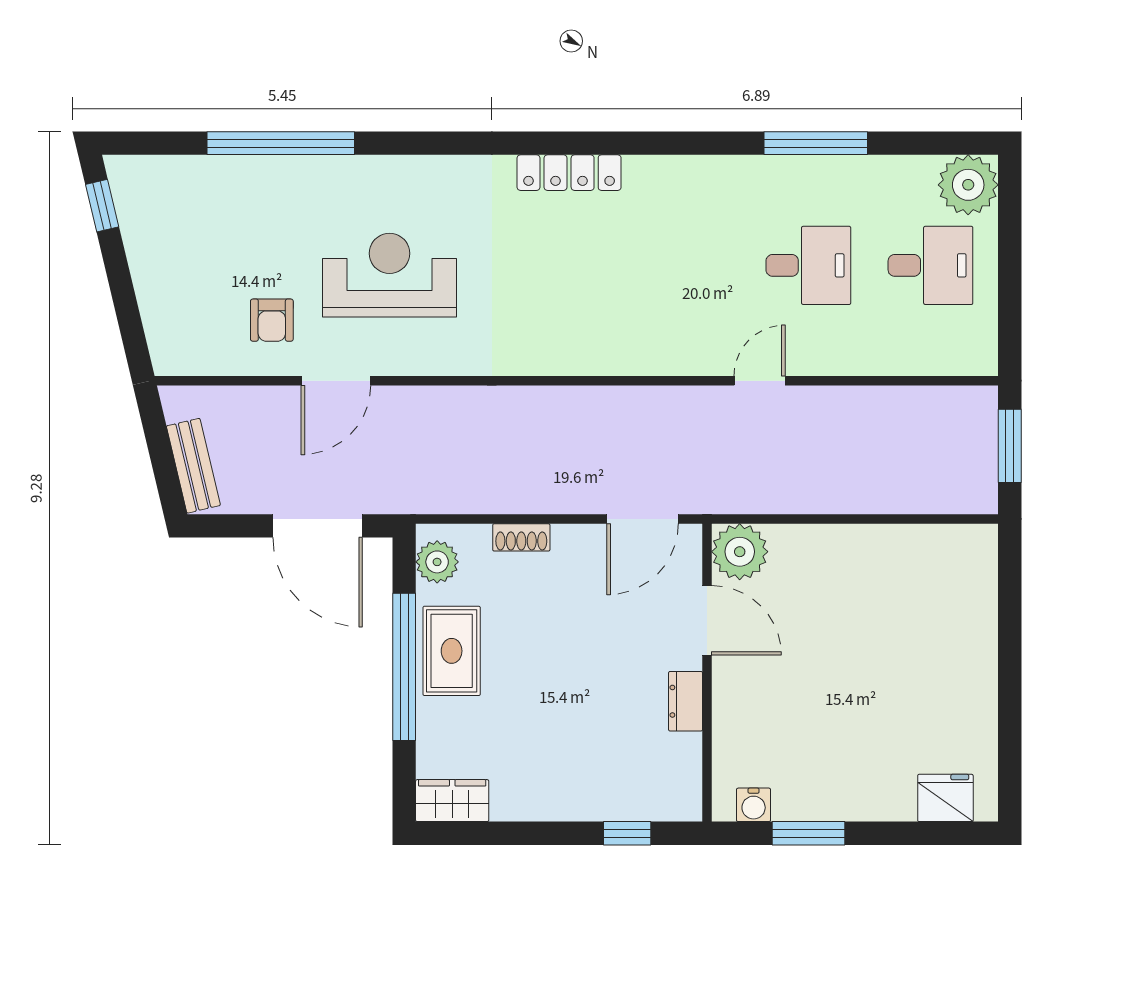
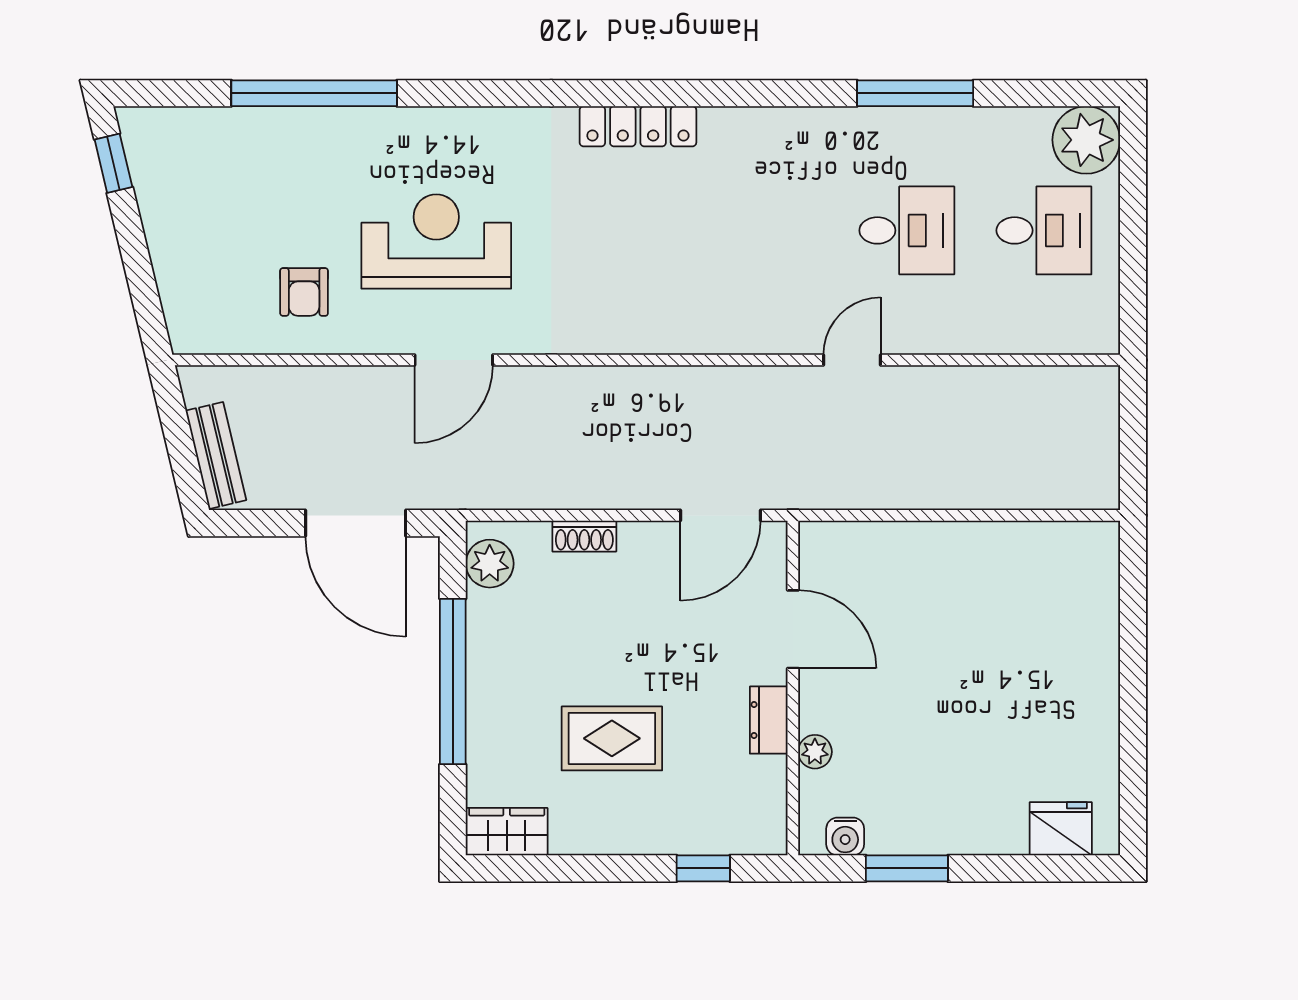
door: (336, 381) -> (454, 360), moved
window: (1010, 446) -> (1133, 433), removed
plant: (740, 552) -> (815, 752), moved, width x0.53, depth x0.53
rug: (452, 651) -> (612, 738), moved, turned 90

